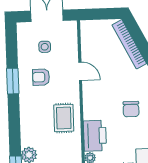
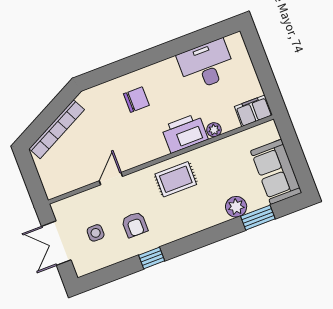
window: (13, 81) -> (152, 258), width x0.67

